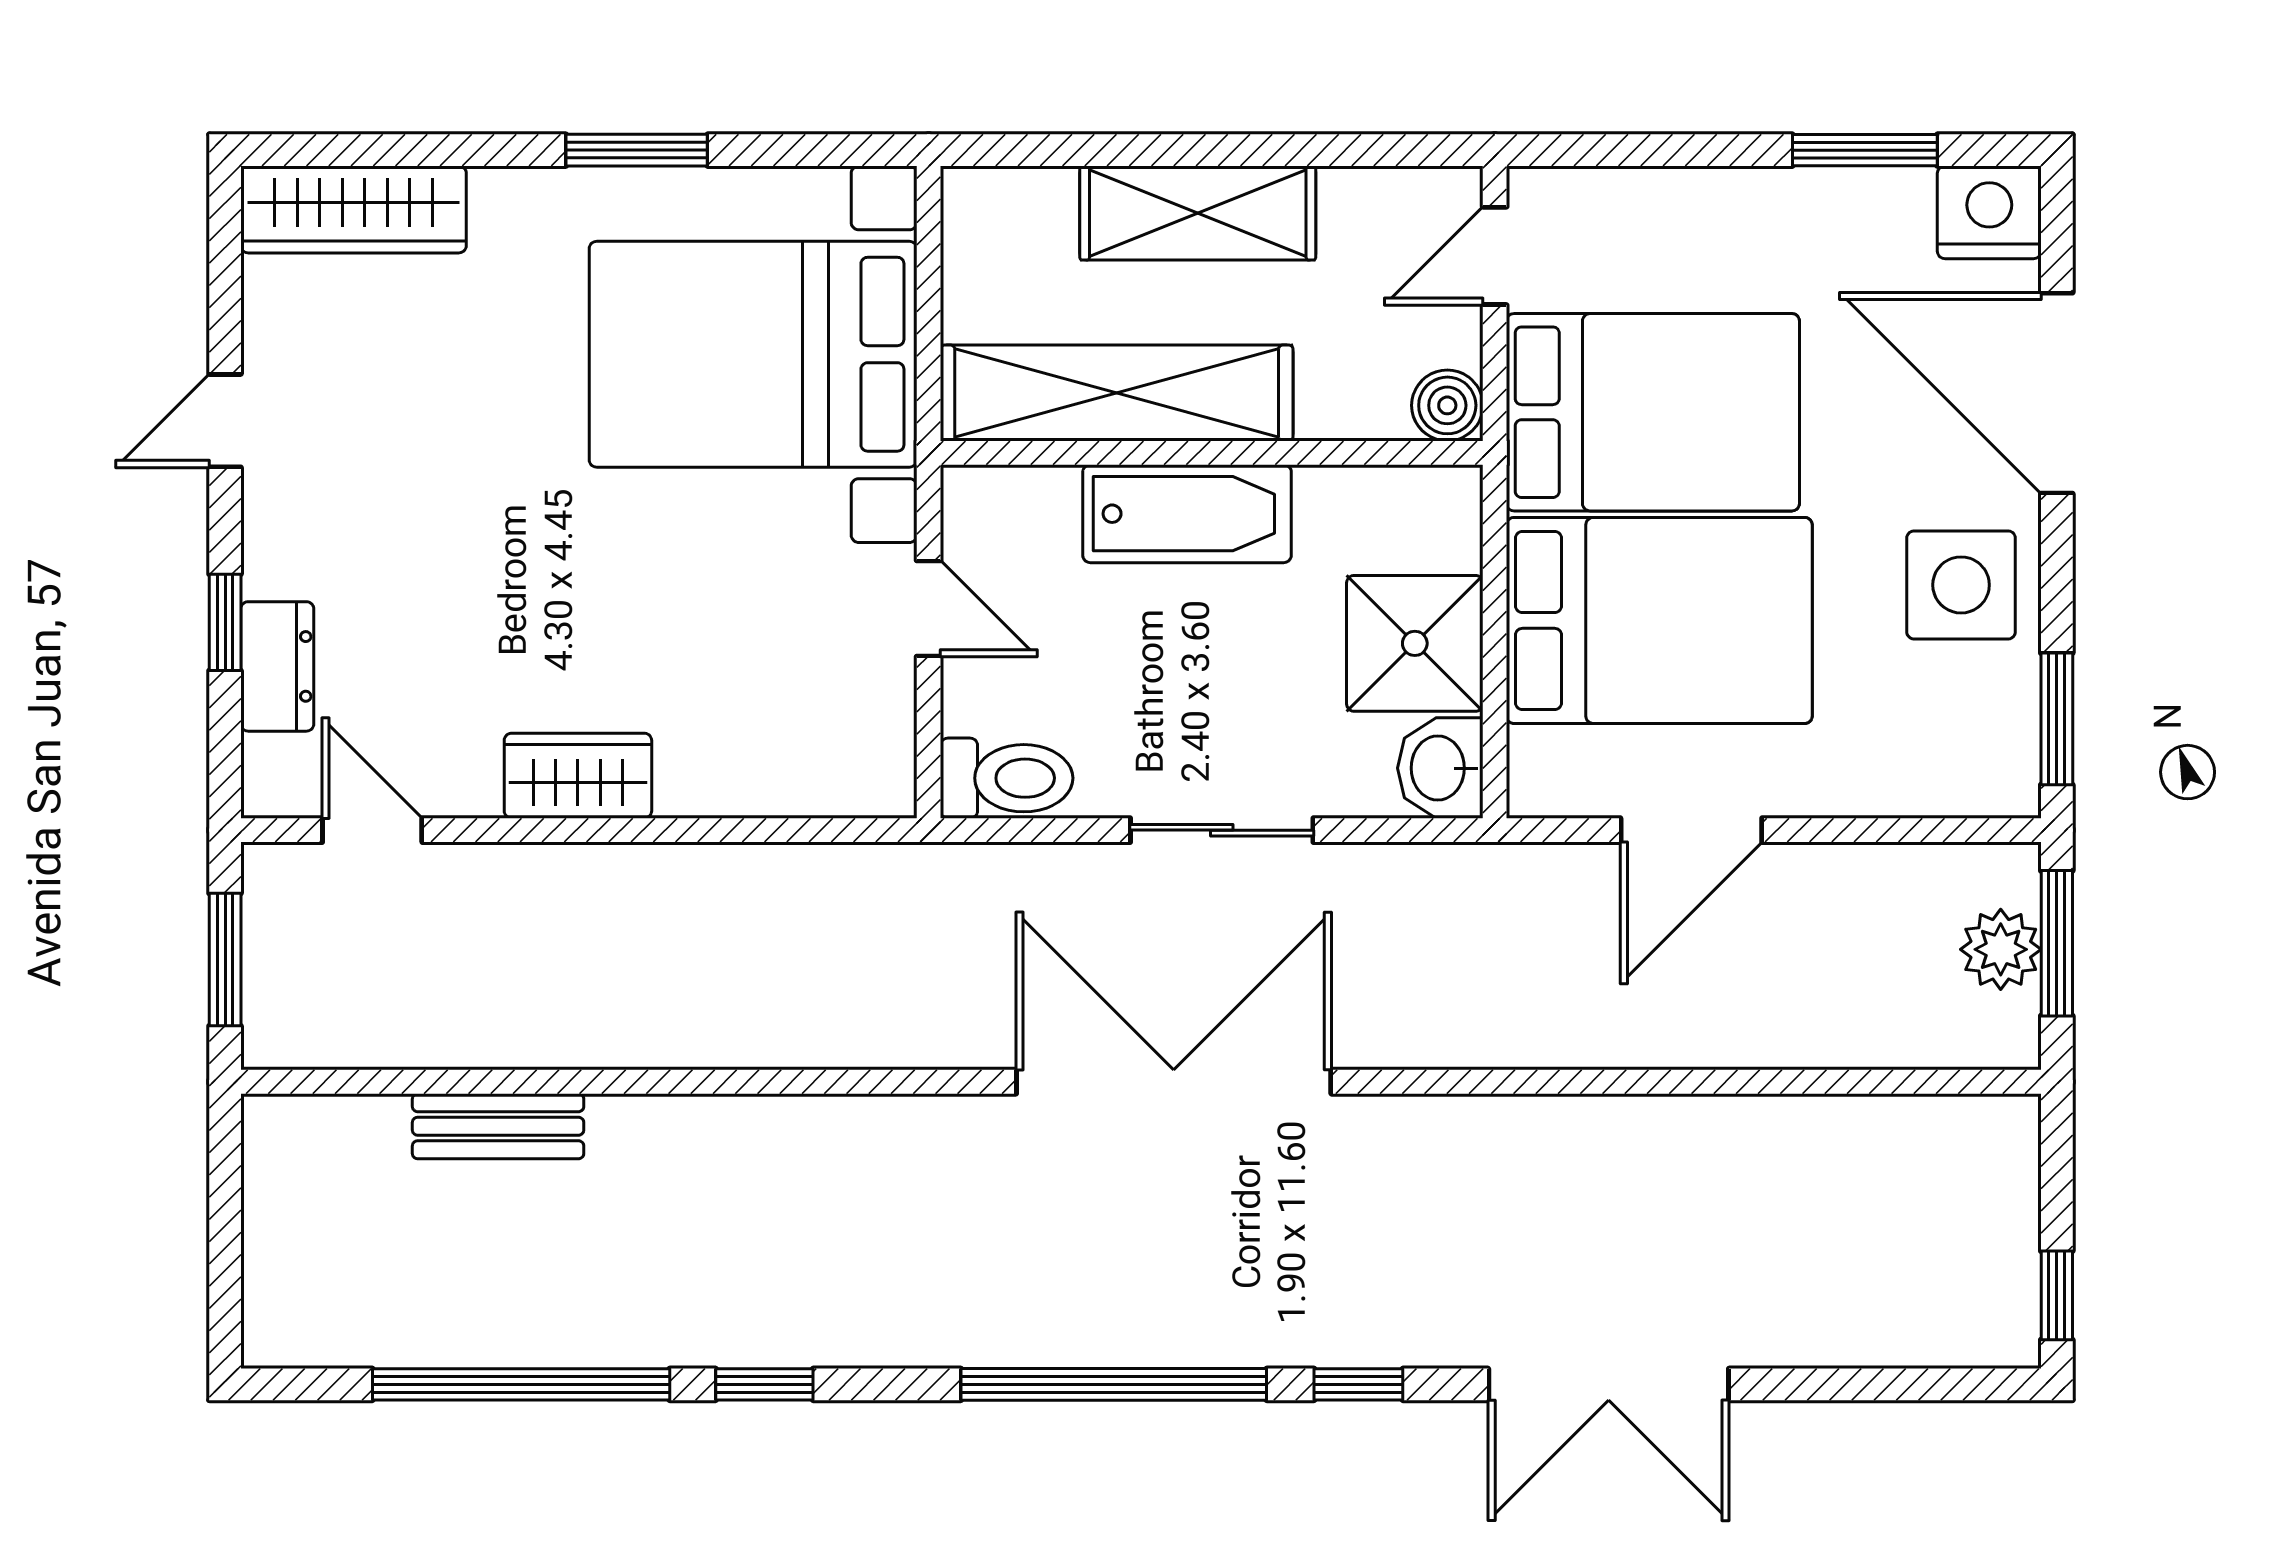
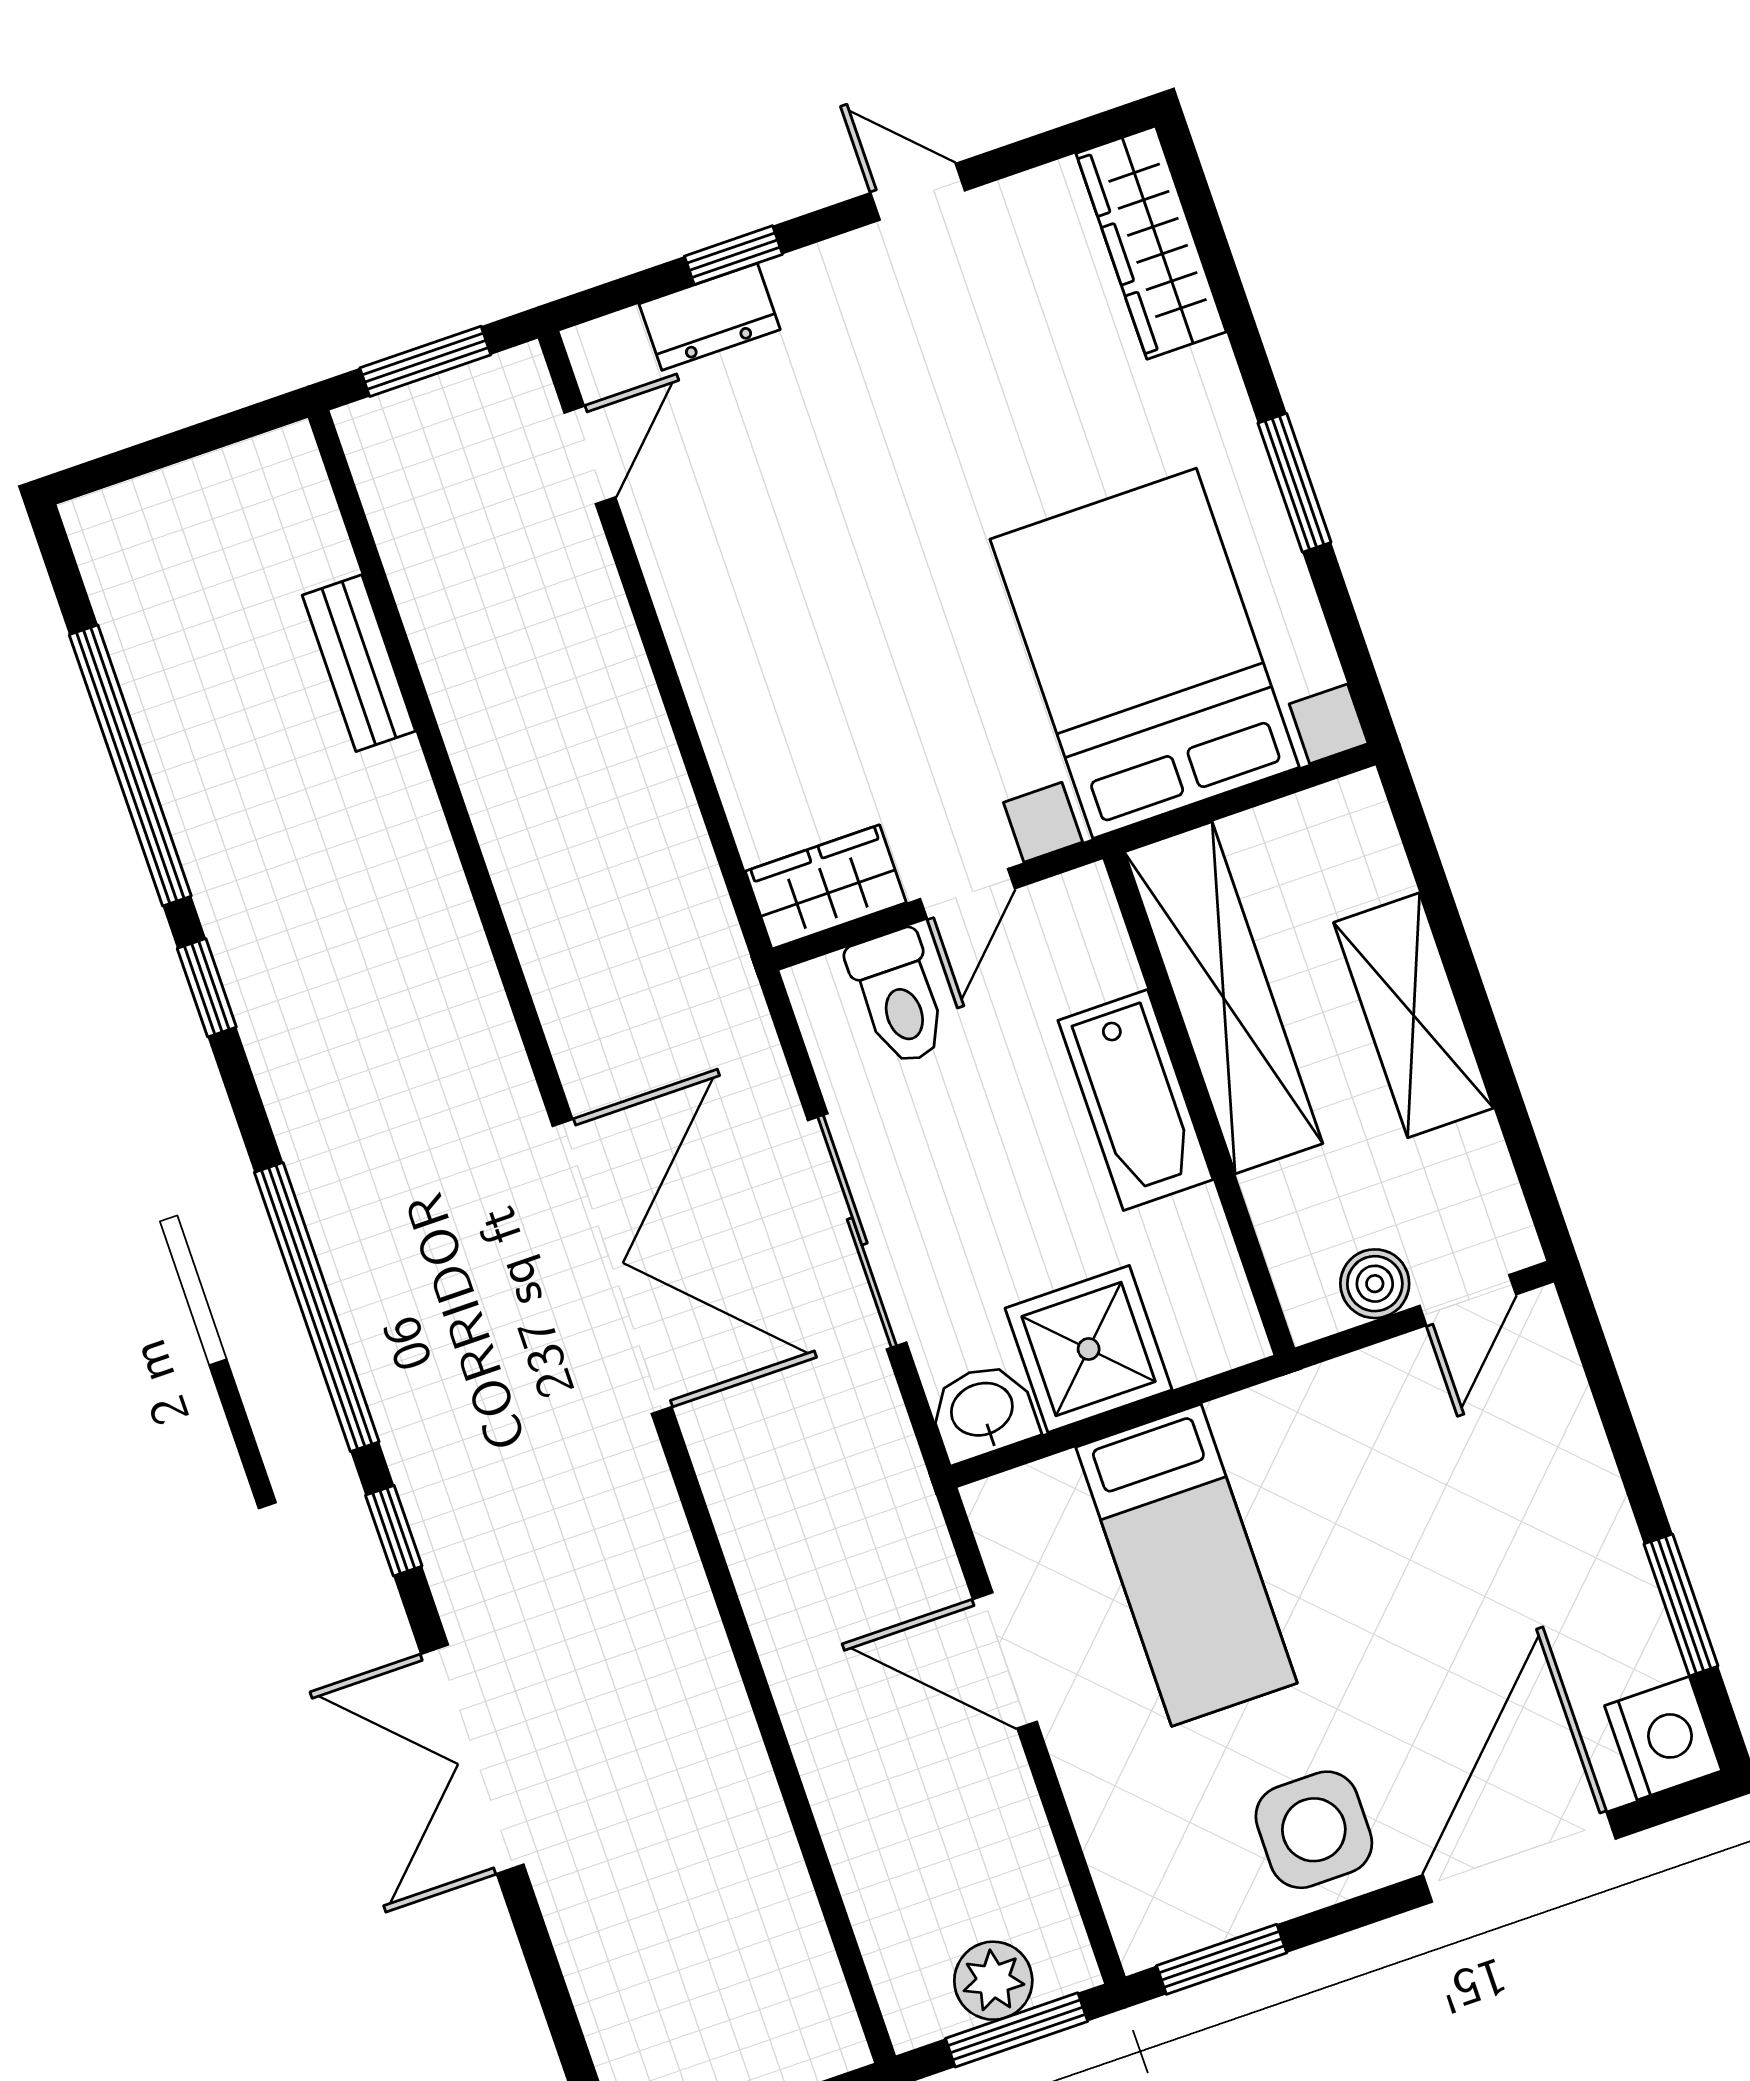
door: (1495, 256) -> (1468, 1300), swing flipped
boiler: (1447, 405) -> (1375, 1284), moved
bed: (1653, 412) -> (1375, 1494), removed
bed: (1659, 620) -> (1186, 1565), width x0.67
wardrobe: (578, 776) -> (826, 887), moved, turned -90
toilet: (1007, 778) -> (899, 997), moved
sliding door: (1222, 830) -> (857, 1231), width x1.37

